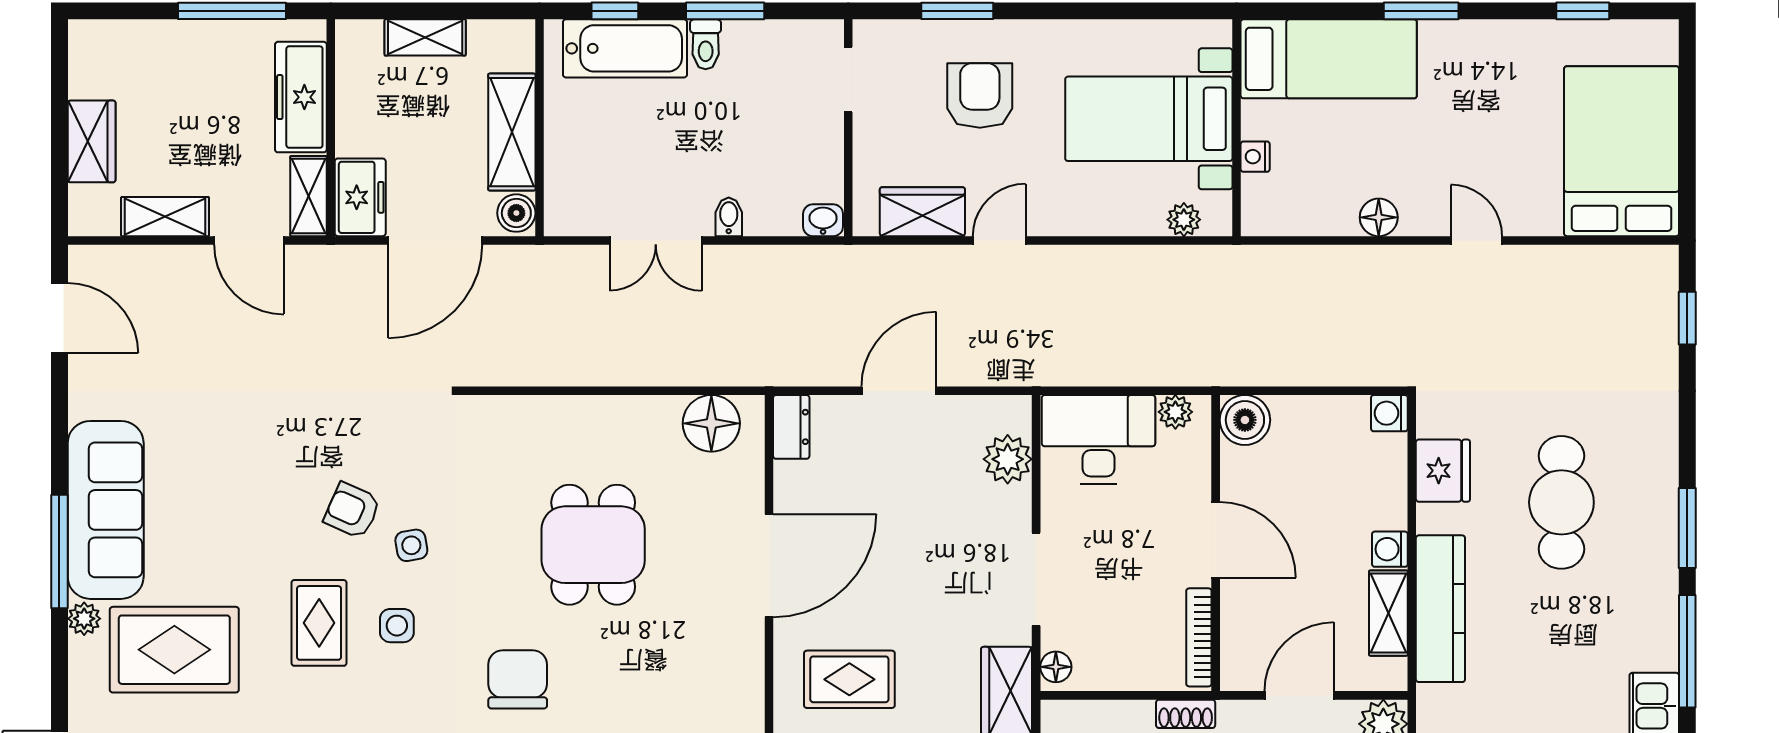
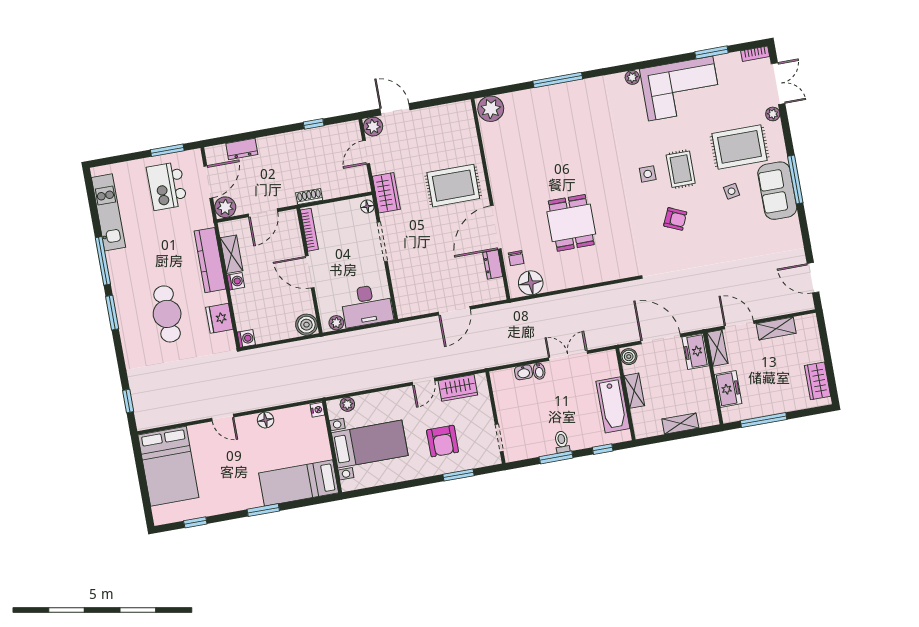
bathtub: (625, 48) -> (613, 405), moved, turned -90
freezer: (301, 97) -> (728, 389), width x0.71
shelving: (512, 132) -> (634, 391), width x0.67, depth x0.75
wardrobe: (92, 141) -> (818, 381), moved
nightstand: (1255, 157) -> (317, 410), moved
washbasin: (823, 220) -> (523, 372), moved
door: (435, 240) -> (661, 339), hinge flipped
dresser: (791, 427) -> (493, 265), moved
plant: (1008, 459) -> (403, 290), removed
sofa: (106, 510) -> (777, 191), width x0.73
side table: (411, 545) -> (732, 191), moved
plant: (84, 619) -> (773, 114), moved
chair: (518, 679) -> (516, 258), moved, width x0.54, depth x0.54
rug: (849, 679) -> (453, 186), width x1.36, depth x1.43

